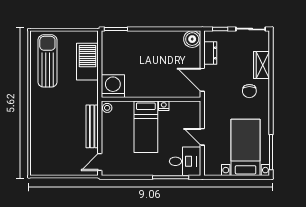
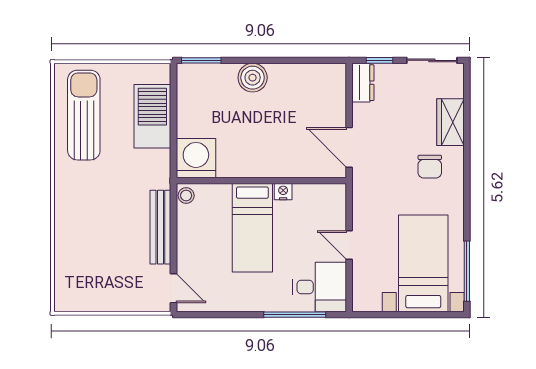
boiler: (192, 39) -> (253, 78), moved
dresser: (210, 53) -> (363, 83), moved
door: (100, 162) -> (173, 288), swing flipped

